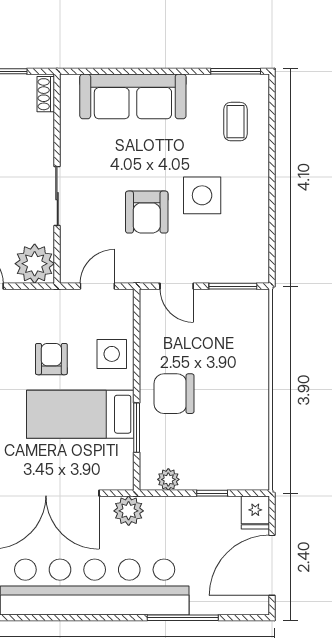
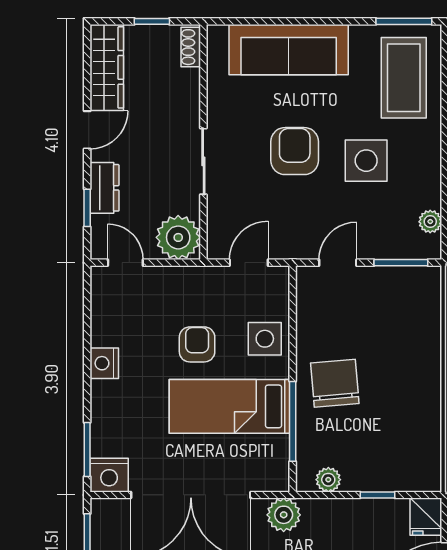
coffee table: (235, 122) -> (404, 78), width x1.86, depth x1.72
armchair: (147, 212) -> (295, 151), moved, turned 180
plant: (259, 250) -> (430, 222), added
door: (177, 286) -> (338, 263), swing flipped
chair: (174, 394) -> (335, 383), turned 85
window: (137, 428) -> (293, 421), width x1.44

